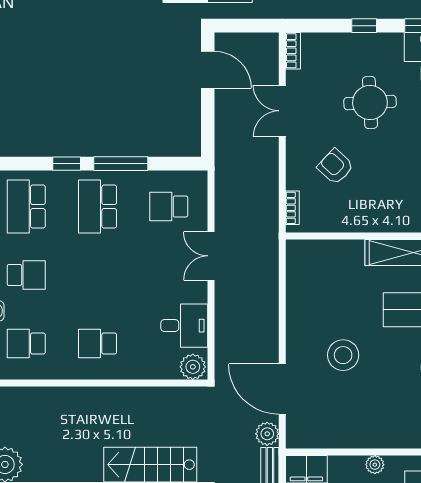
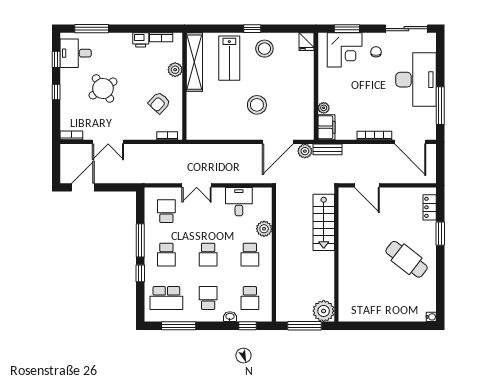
round table: (370, 102) -> (103, 88), turned -31
armchair: (335, 167) -> (159, 103), moved
school desk: (97, 207) -> (166, 255), width x0.54
school desk: (169, 207) -> (166, 211), turned 180
plant: (401, 221) -> (175, 70), added
school desk: (97, 275) -> (208, 255), added
plant: (193, 367) -> (264, 229), moved
plant: (375, 465) -> (324, 108), moved

